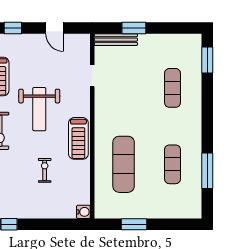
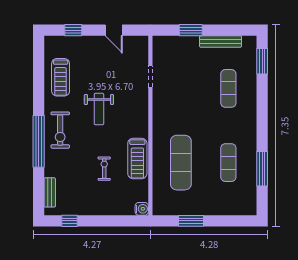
bench: (116, 40) -> (220, 41), moved
weight bench: (39, 109) -> (99, 109), width x0.73, depth x0.75
treadmill: (78, 138) -> (137, 158), moved

